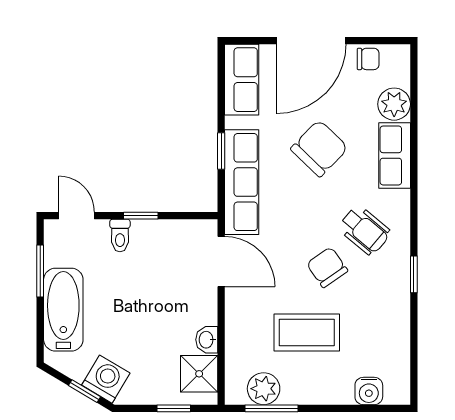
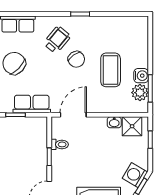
row of seats: (242, 182) -> (32, 104), width x0.68
toilet: (120, 236) -> (60, 144), moved
chair: (327, 267) -> (76, 59), turned -90
water cooler: (369, 391) -> (141, 76), moved

